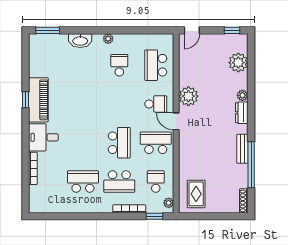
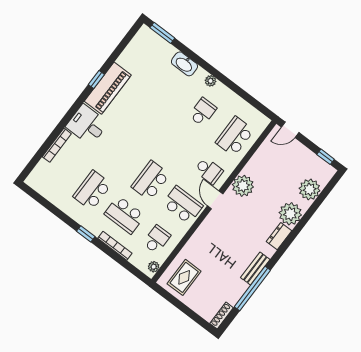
plant: (242, 95) -> (290, 214), width x1.88, depth x1.88
school desk: (119, 143) -> (151, 180), turned 180
school desk: (83, 181) -> (92, 190), turned -90
window: (154, 216) -> (86, 234), moved

